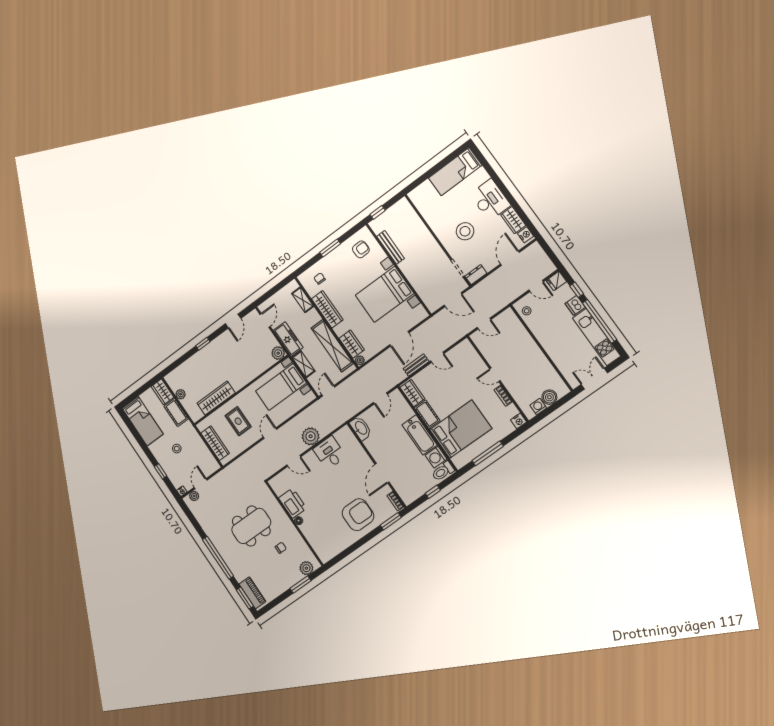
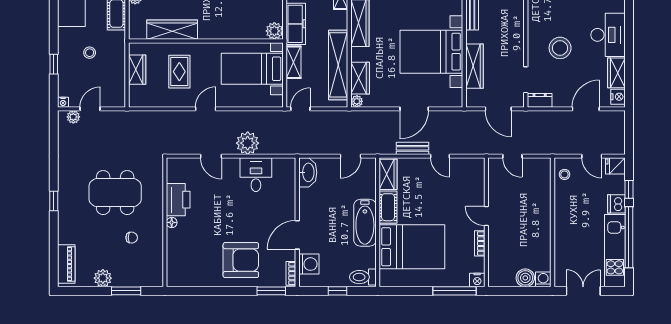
wardrobe: (418, 283) -> (474, 66), added
washing machine: (538, 407) -> (543, 279), moved
wardrobe: (215, 443) -> (137, 70), width x0.67
window: (488, 453) -> (455, 291), moved
washing machine: (436, 457) -> (309, 264), moved, turned 180
window: (218, 558) -> (54, 201), width x0.32
plant: (306, 568) -> (103, 278), moved
window: (245, 598) -> (54, 264), removed

